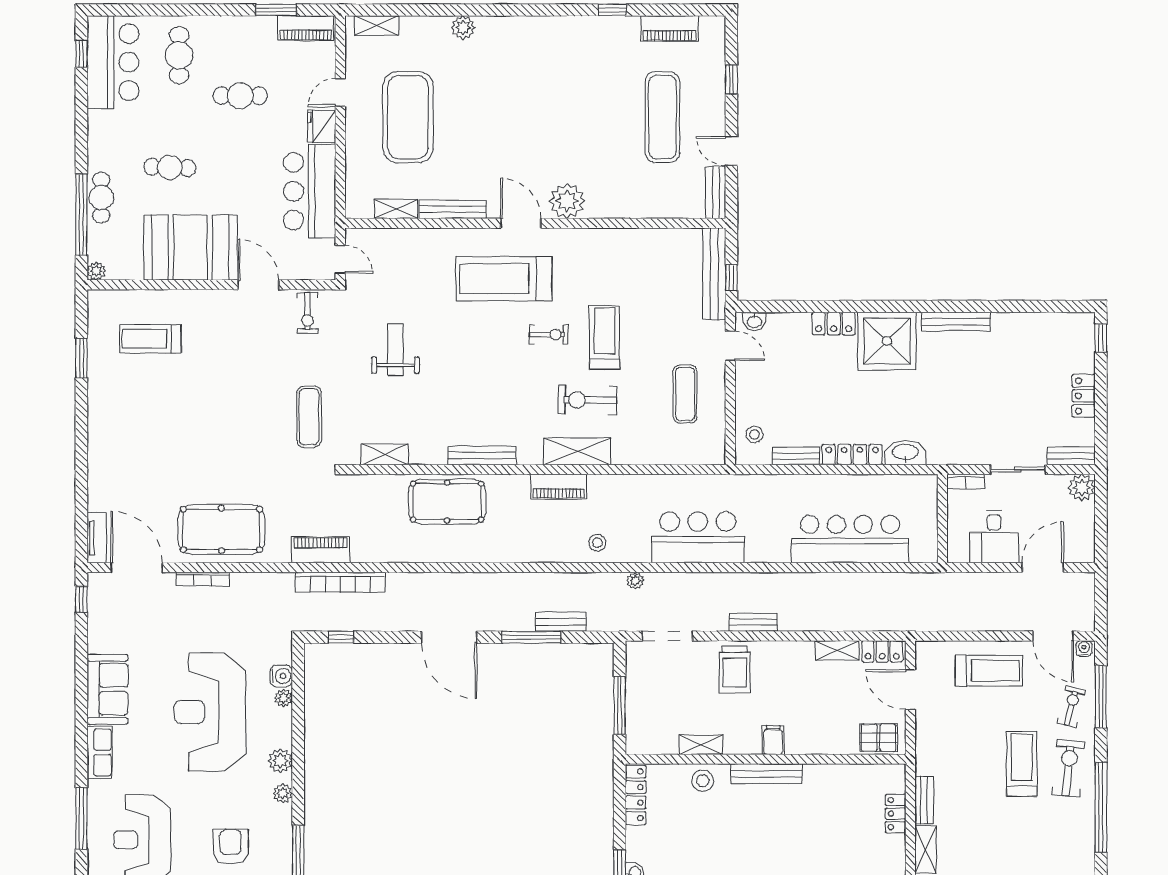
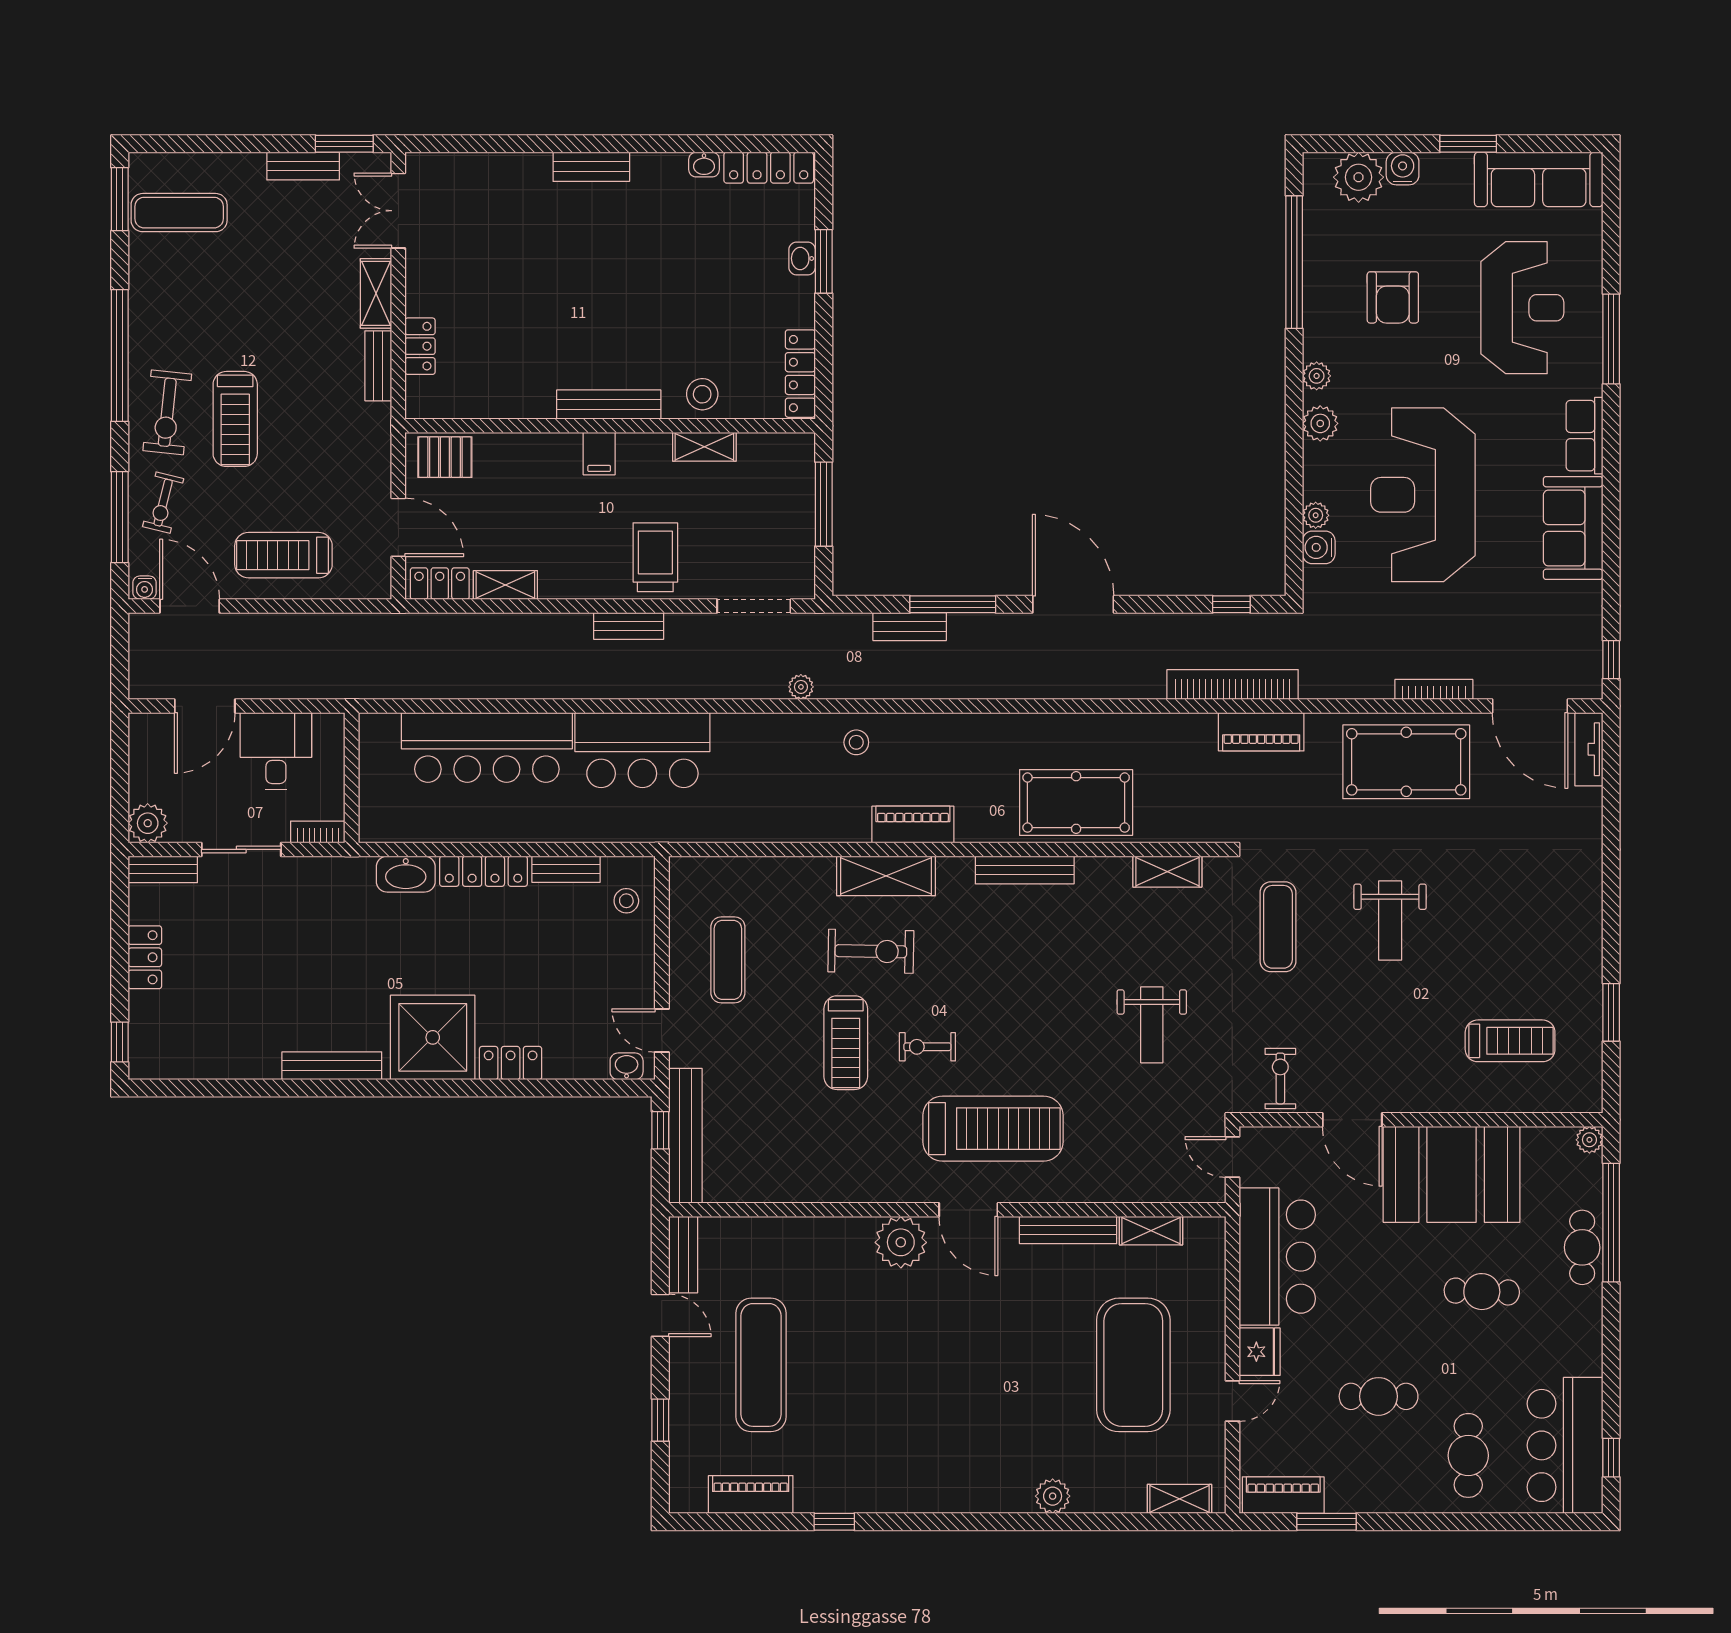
weight bench: (232, 421) -> (1390, 921), added
bar counter: (698, 537) -> (642, 750), moved
reception desk: (210, 712) -> (1423, 495), turned 180

